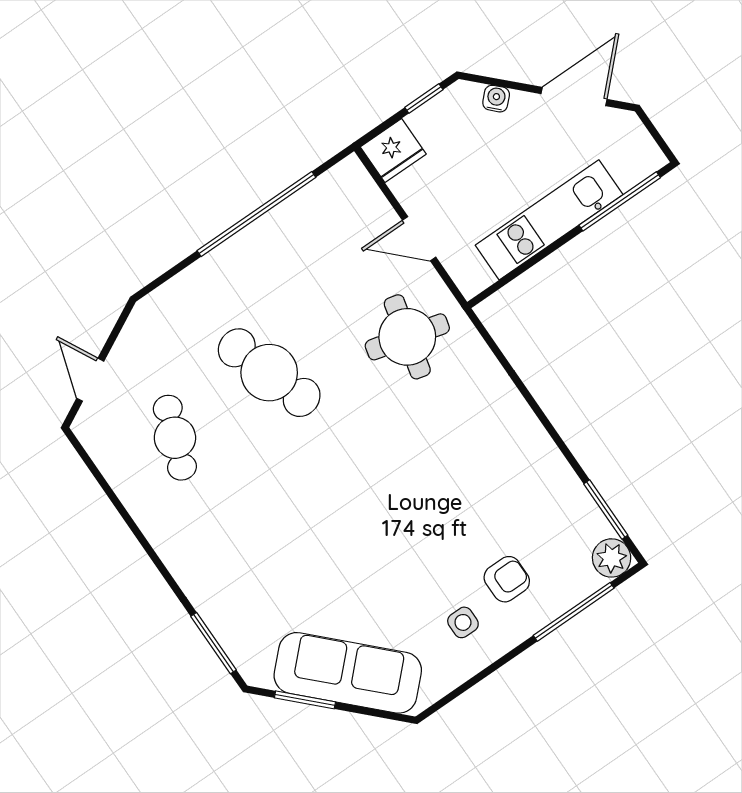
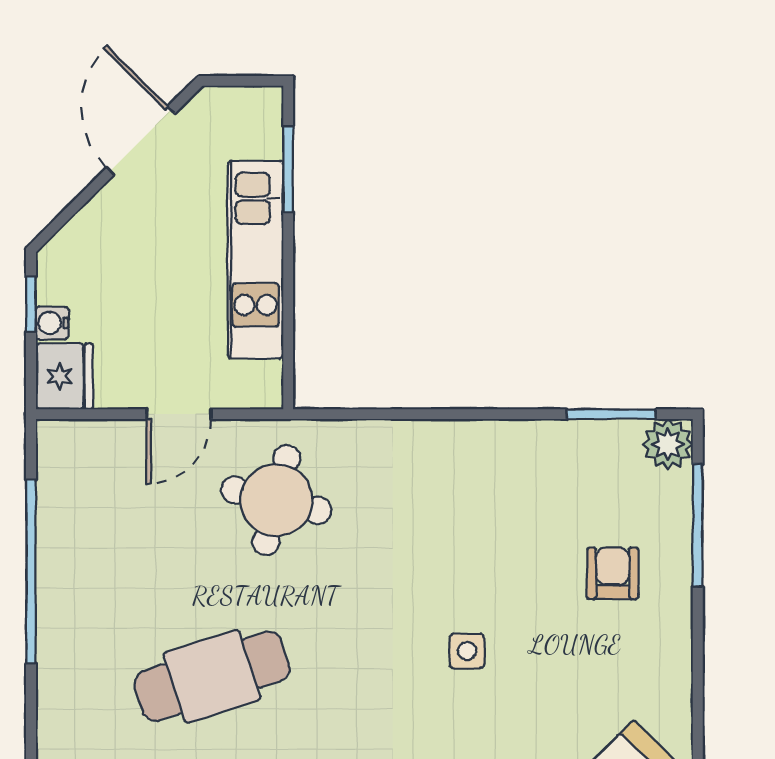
water cooler: (496, 99) -> (52, 323), moved, turned -45
window: (620, 201) -> (288, 169), width x0.69
side table: (463, 622) -> (467, 651), moved

